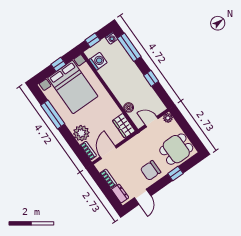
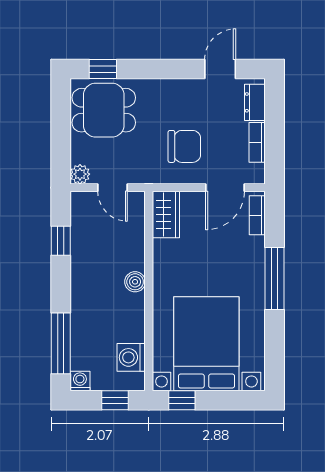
window: (58, 64) -> (182, 400), moved
window: (151, 78) -> (61, 241), moved
boiler: (129, 107) -> (135, 282), moved
window: (53, 115) -> (274, 279), moved
plant: (81, 133) -> (248, 254), removed
chair: (151, 171) -> (184, 146), moved
window: (175, 174) -> (103, 69), moved

